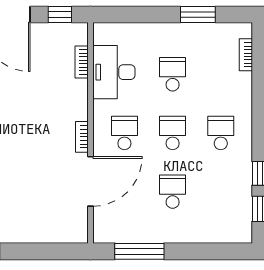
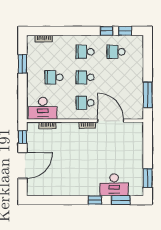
desk: (114, 72) -> (43, 108), moved
school desk: (173, 192) -> (116, 52), moved

